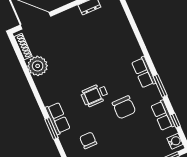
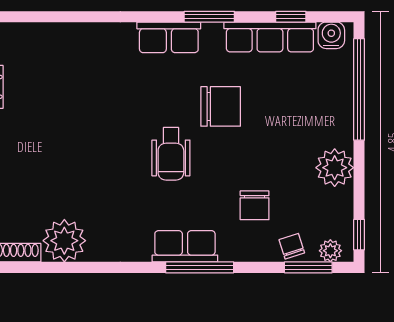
row of seats: (163, 115) -> (270, 37), width x1.48
window: (52, 129) -> (200, 267), width x1.44
chair: (88, 140) -> (255, 205), turned -90

